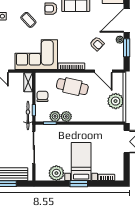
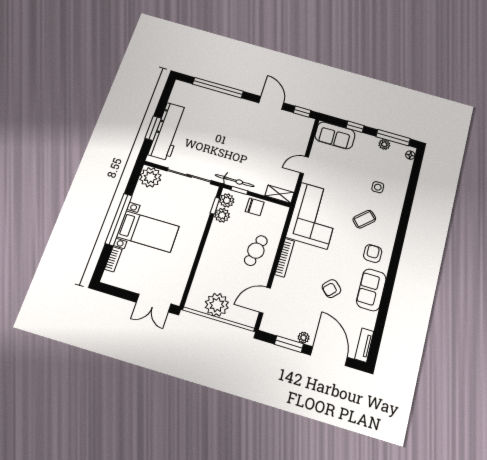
armchair: (97, 44) -> (331, 289), moved
cafe table: (72, 87) -> (256, 251), width x0.73, depth x0.74
plant: (66, 116) -> (227, 200), moved
plant: (56, 173) -> (150, 177), moved
window: (79, 184) -> (119, 219), width x2.11

